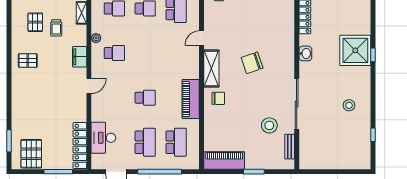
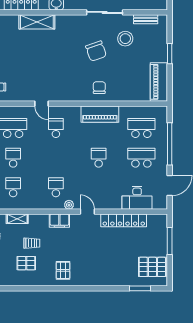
plant: (96, 38) -> (69, 205), moved
school desk: (176, 53) -> (56, 128), added
chair: (252, 63) -> (96, 51), moved
shelving: (211, 69) -> (37, 22), moved
sliding door: (297, 104) -> (105, 12), width x0.73
locker: (80, 146) -> (124, 220), moved

